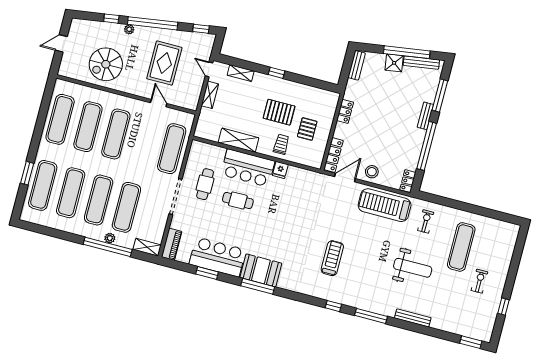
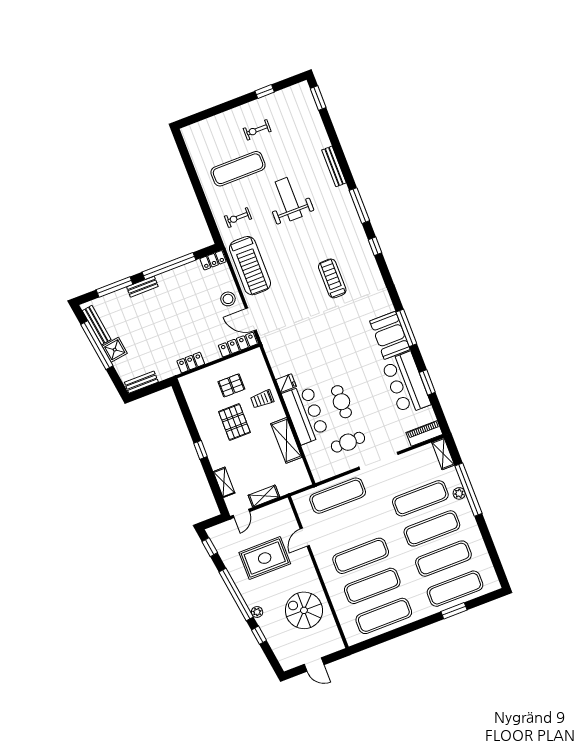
spiral stairs: (106, 64) -> (304, 610), turned 180
treadmill: (332, 258) -> (332, 278), turned 90

